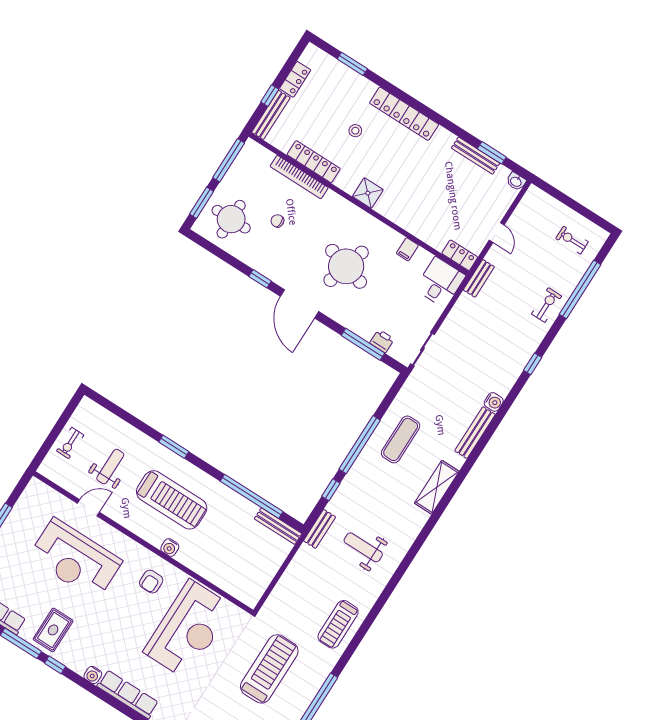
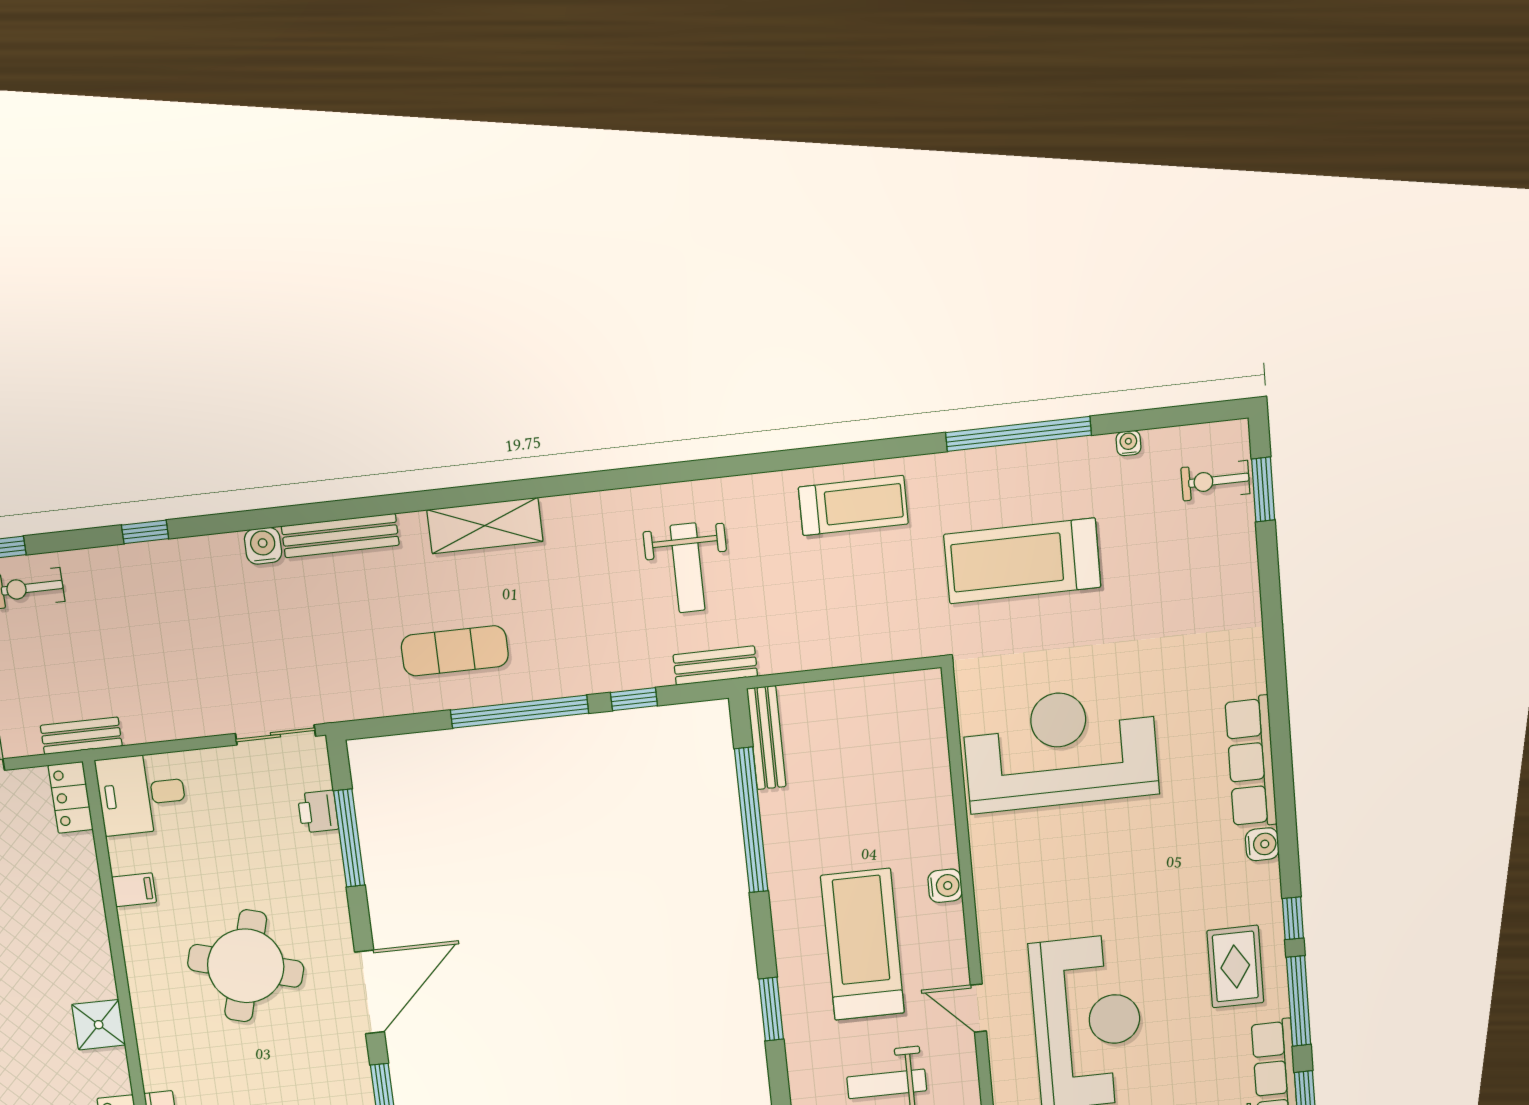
door: (88, 508) -> (978, 1008), moved
armchair: (151, 582) -> (1027, 872), removed
rug: (53, 630) -> (1235, 967), turned 90

